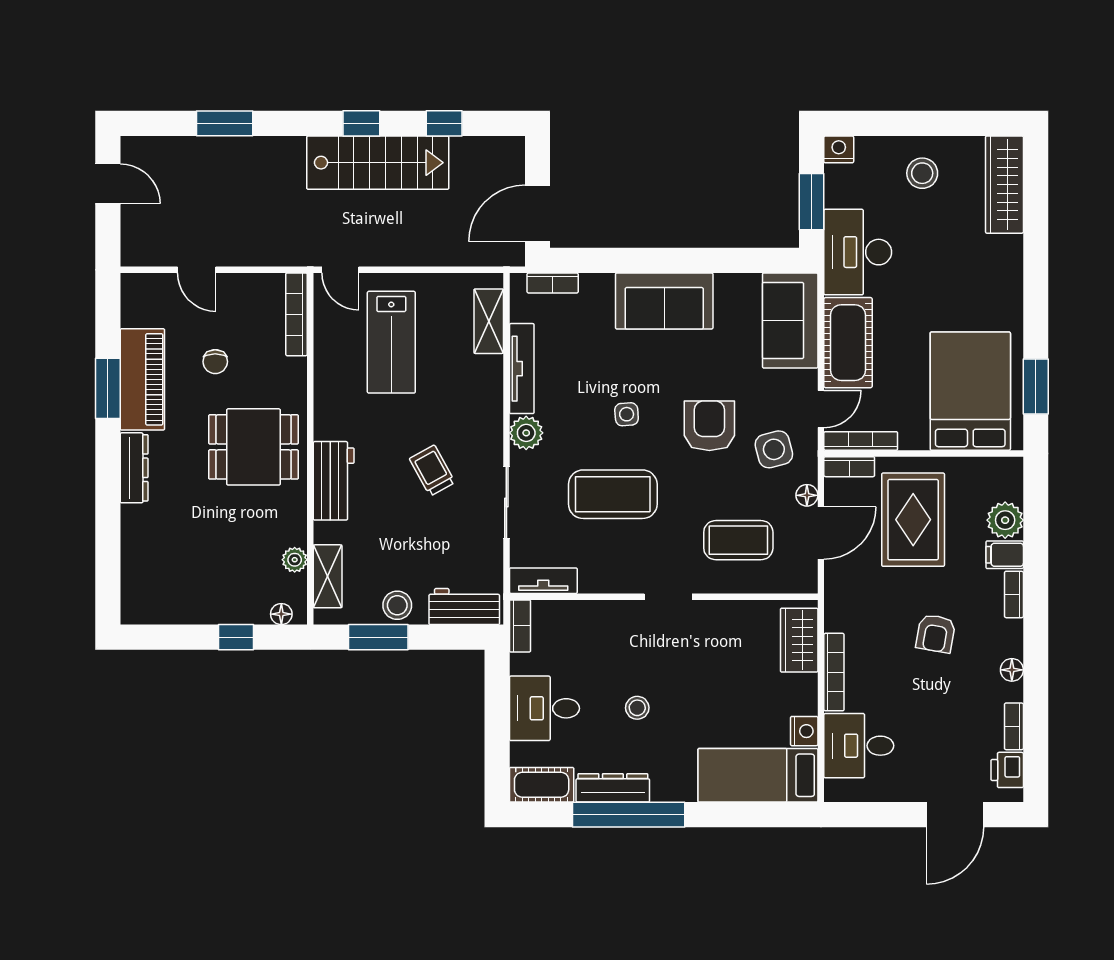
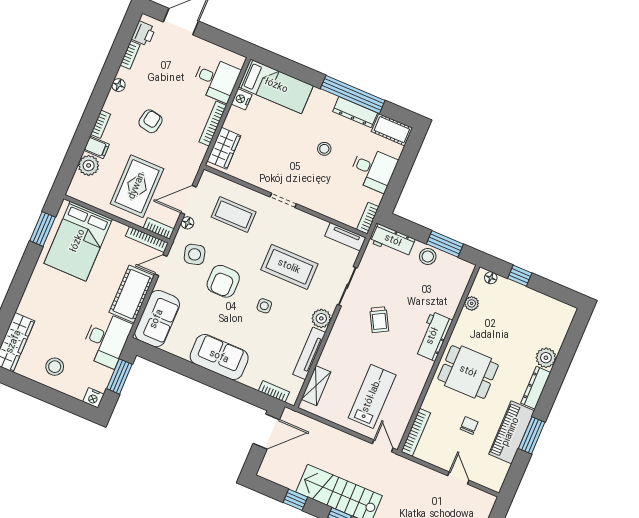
plant: (138, 523) -> (546, 358), added
shelving: (328, 576) -> (458, 287), removed

